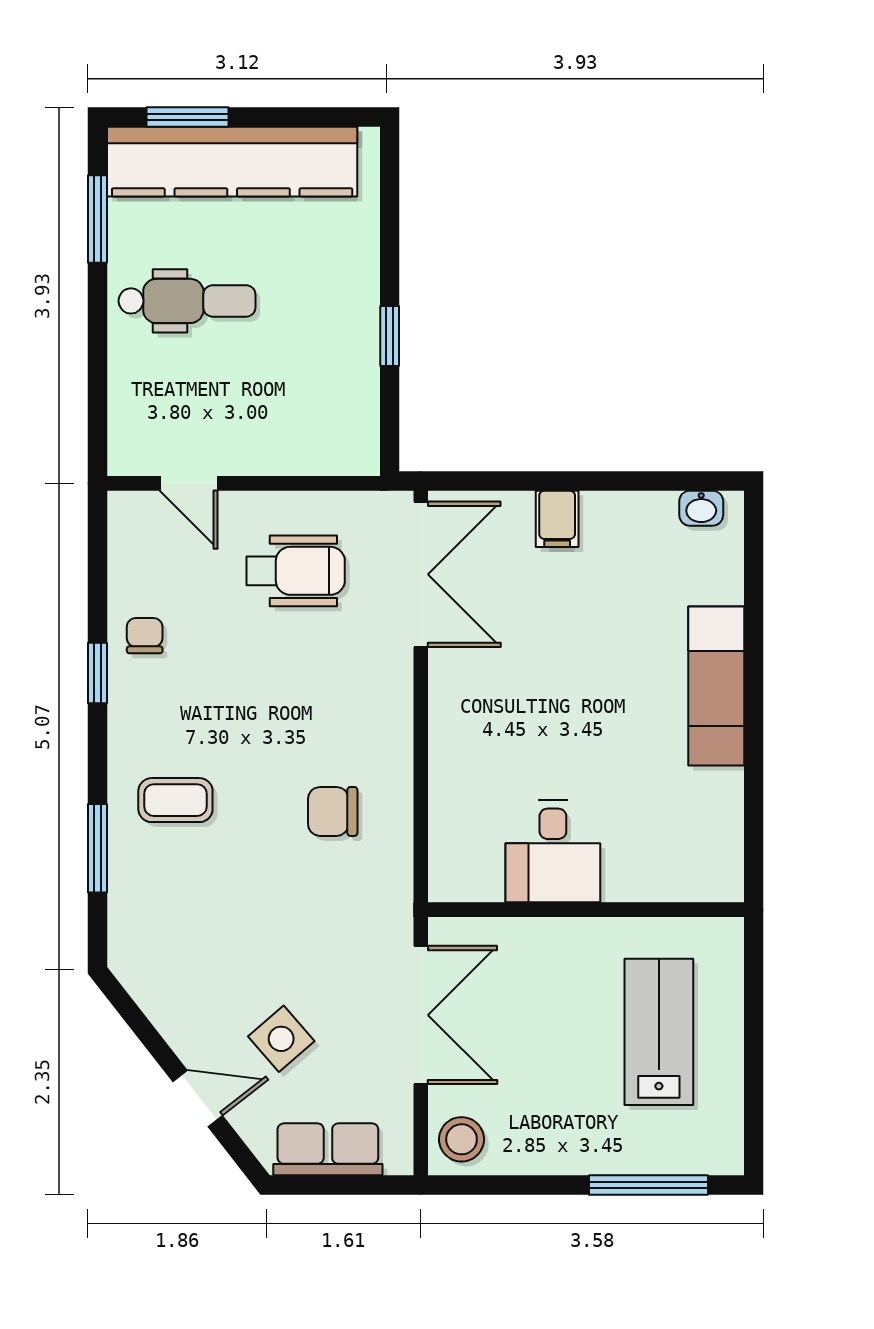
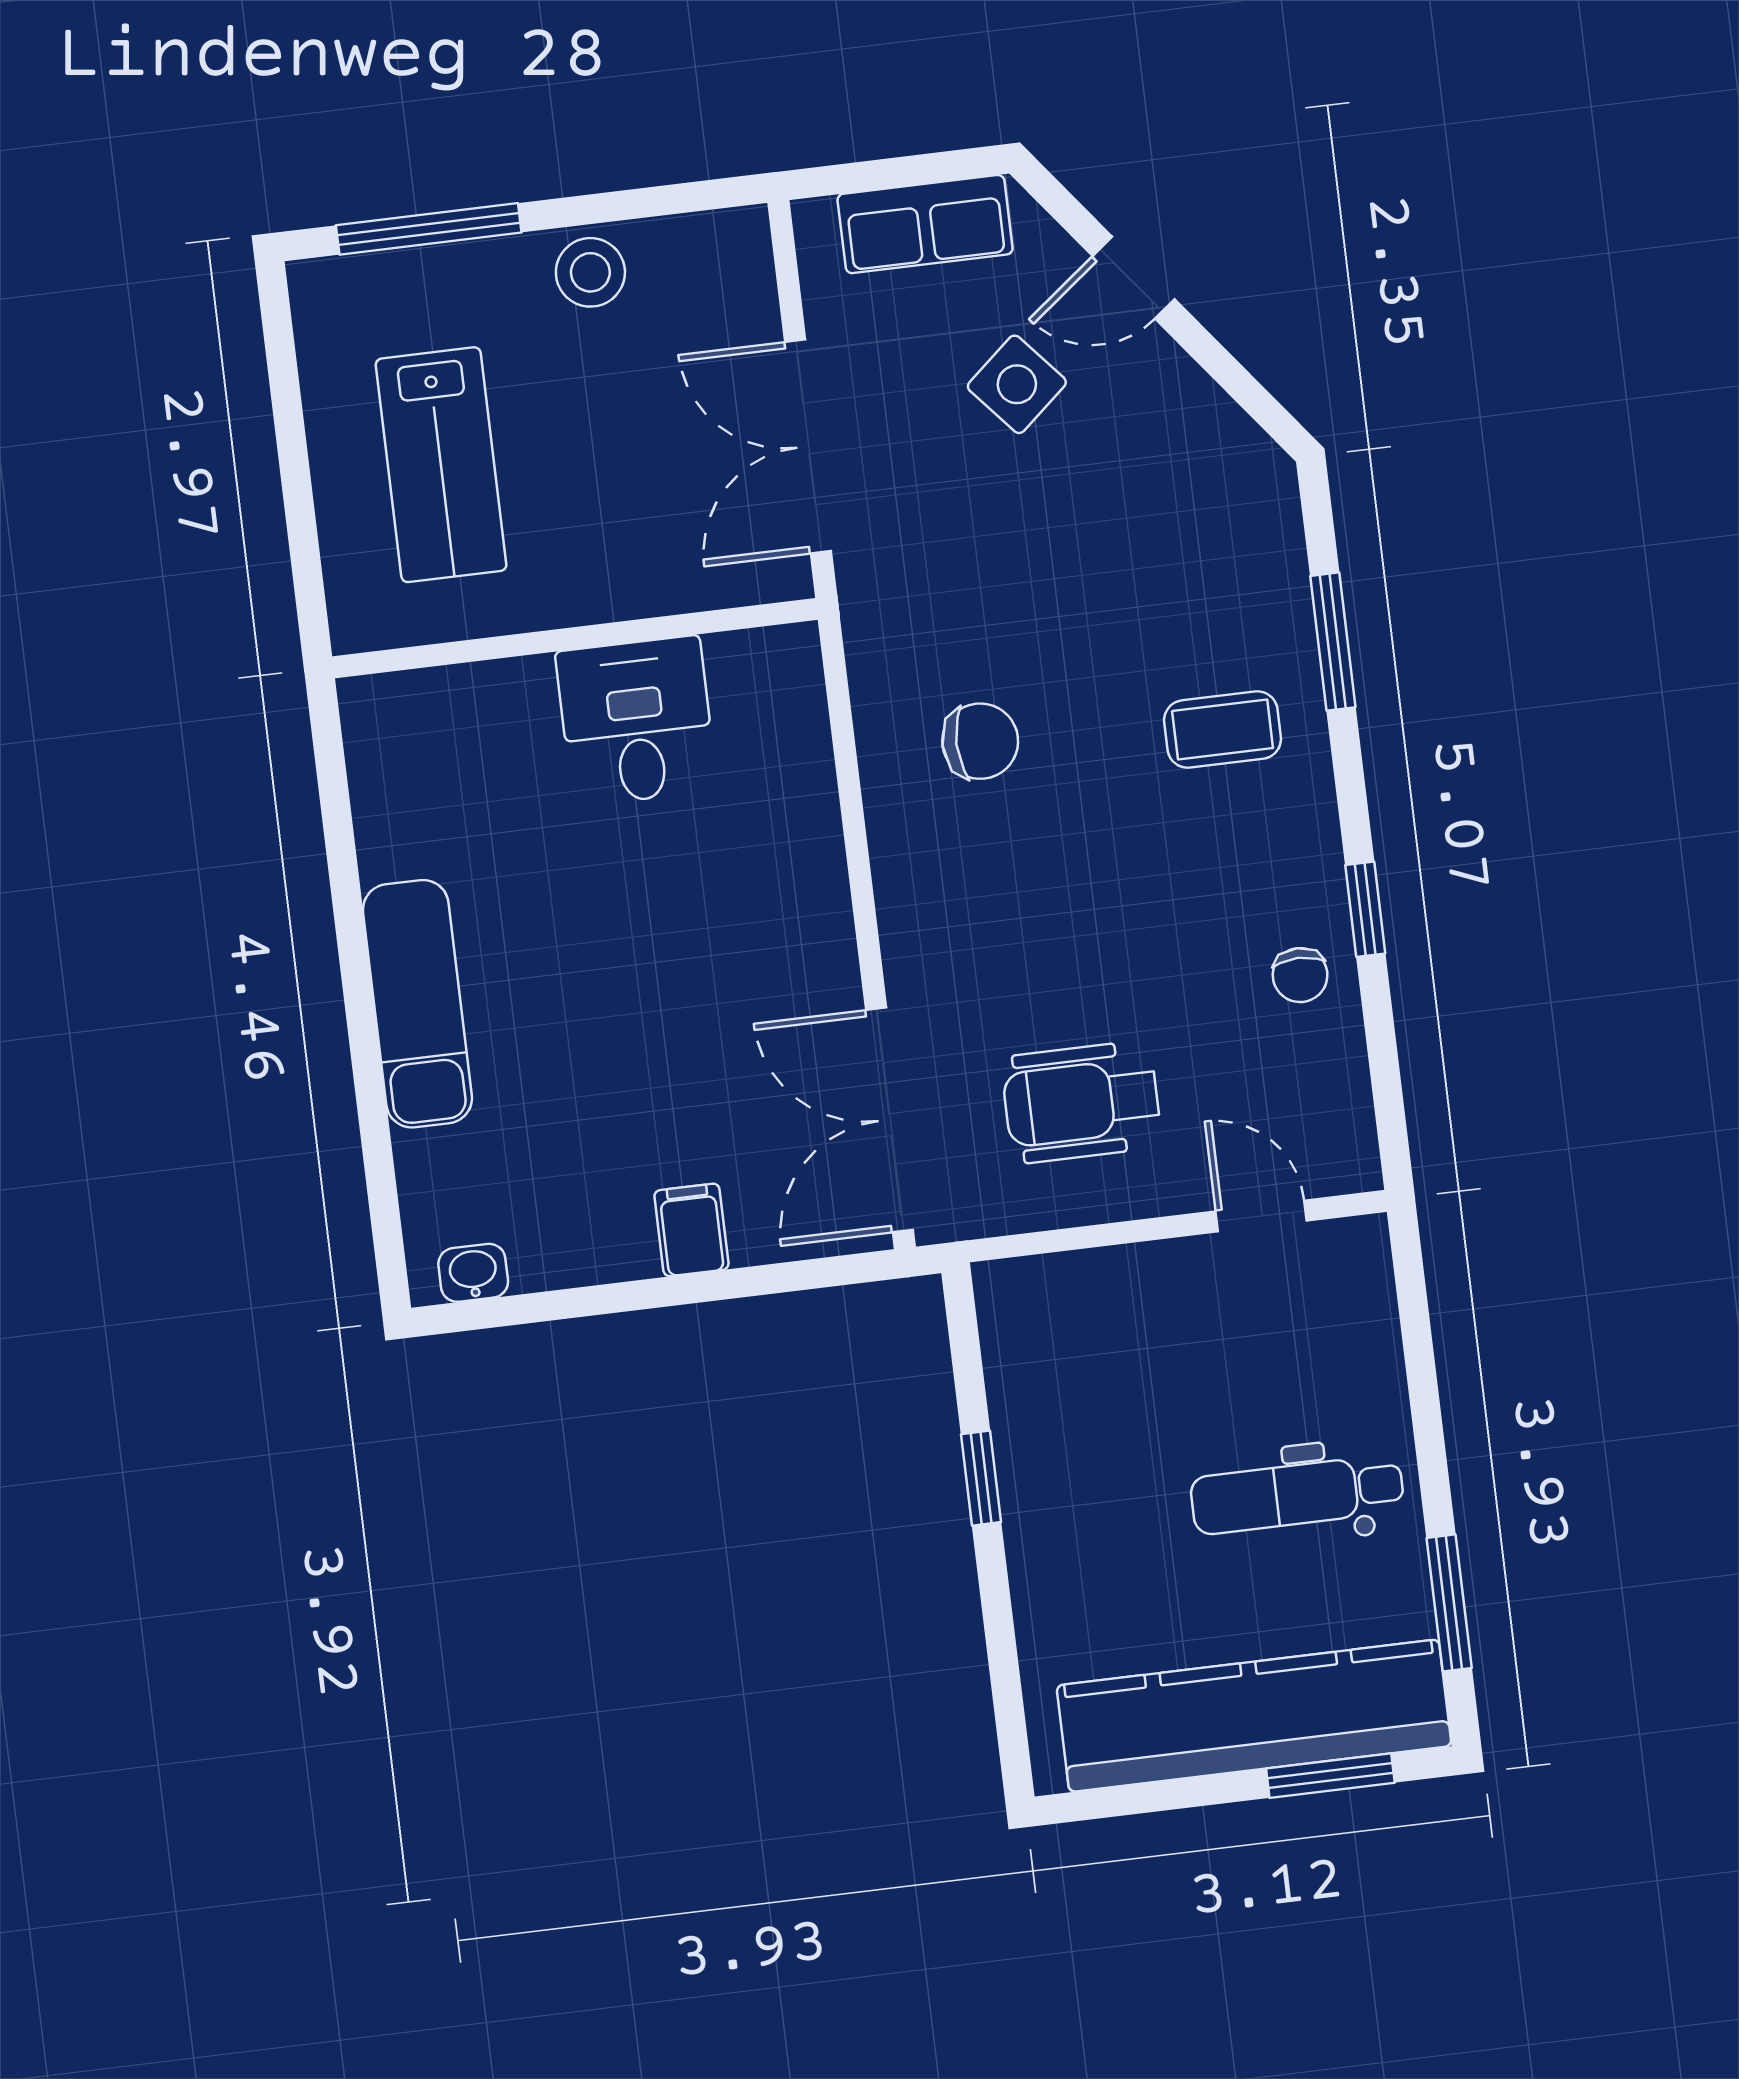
stool: (462, 1139) -> (590, 272), moved

